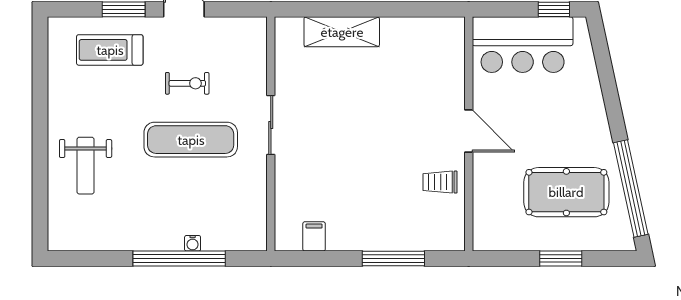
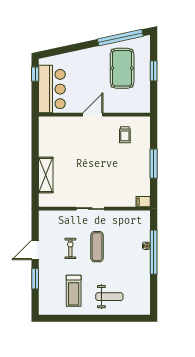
treadmill: (110, 50) -> (74, 291), moved
exercise mat: (191, 140) -> (97, 247), width x0.73, depth x0.69
trolley: (440, 182) -> (125, 135), moved
filing cabinet: (314, 236) -> (143, 202), moved
window: (393, 259) -> (154, 164), moved

